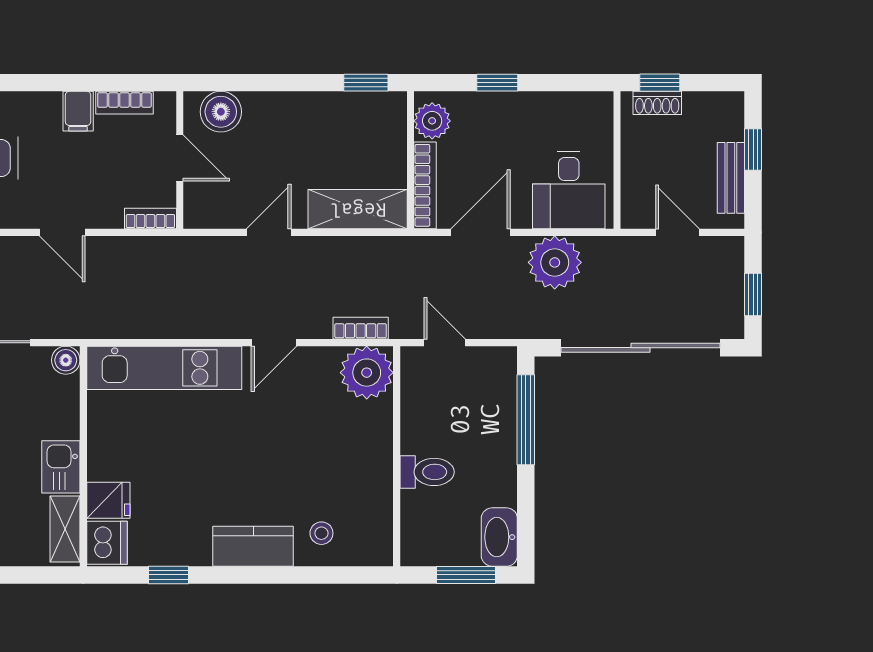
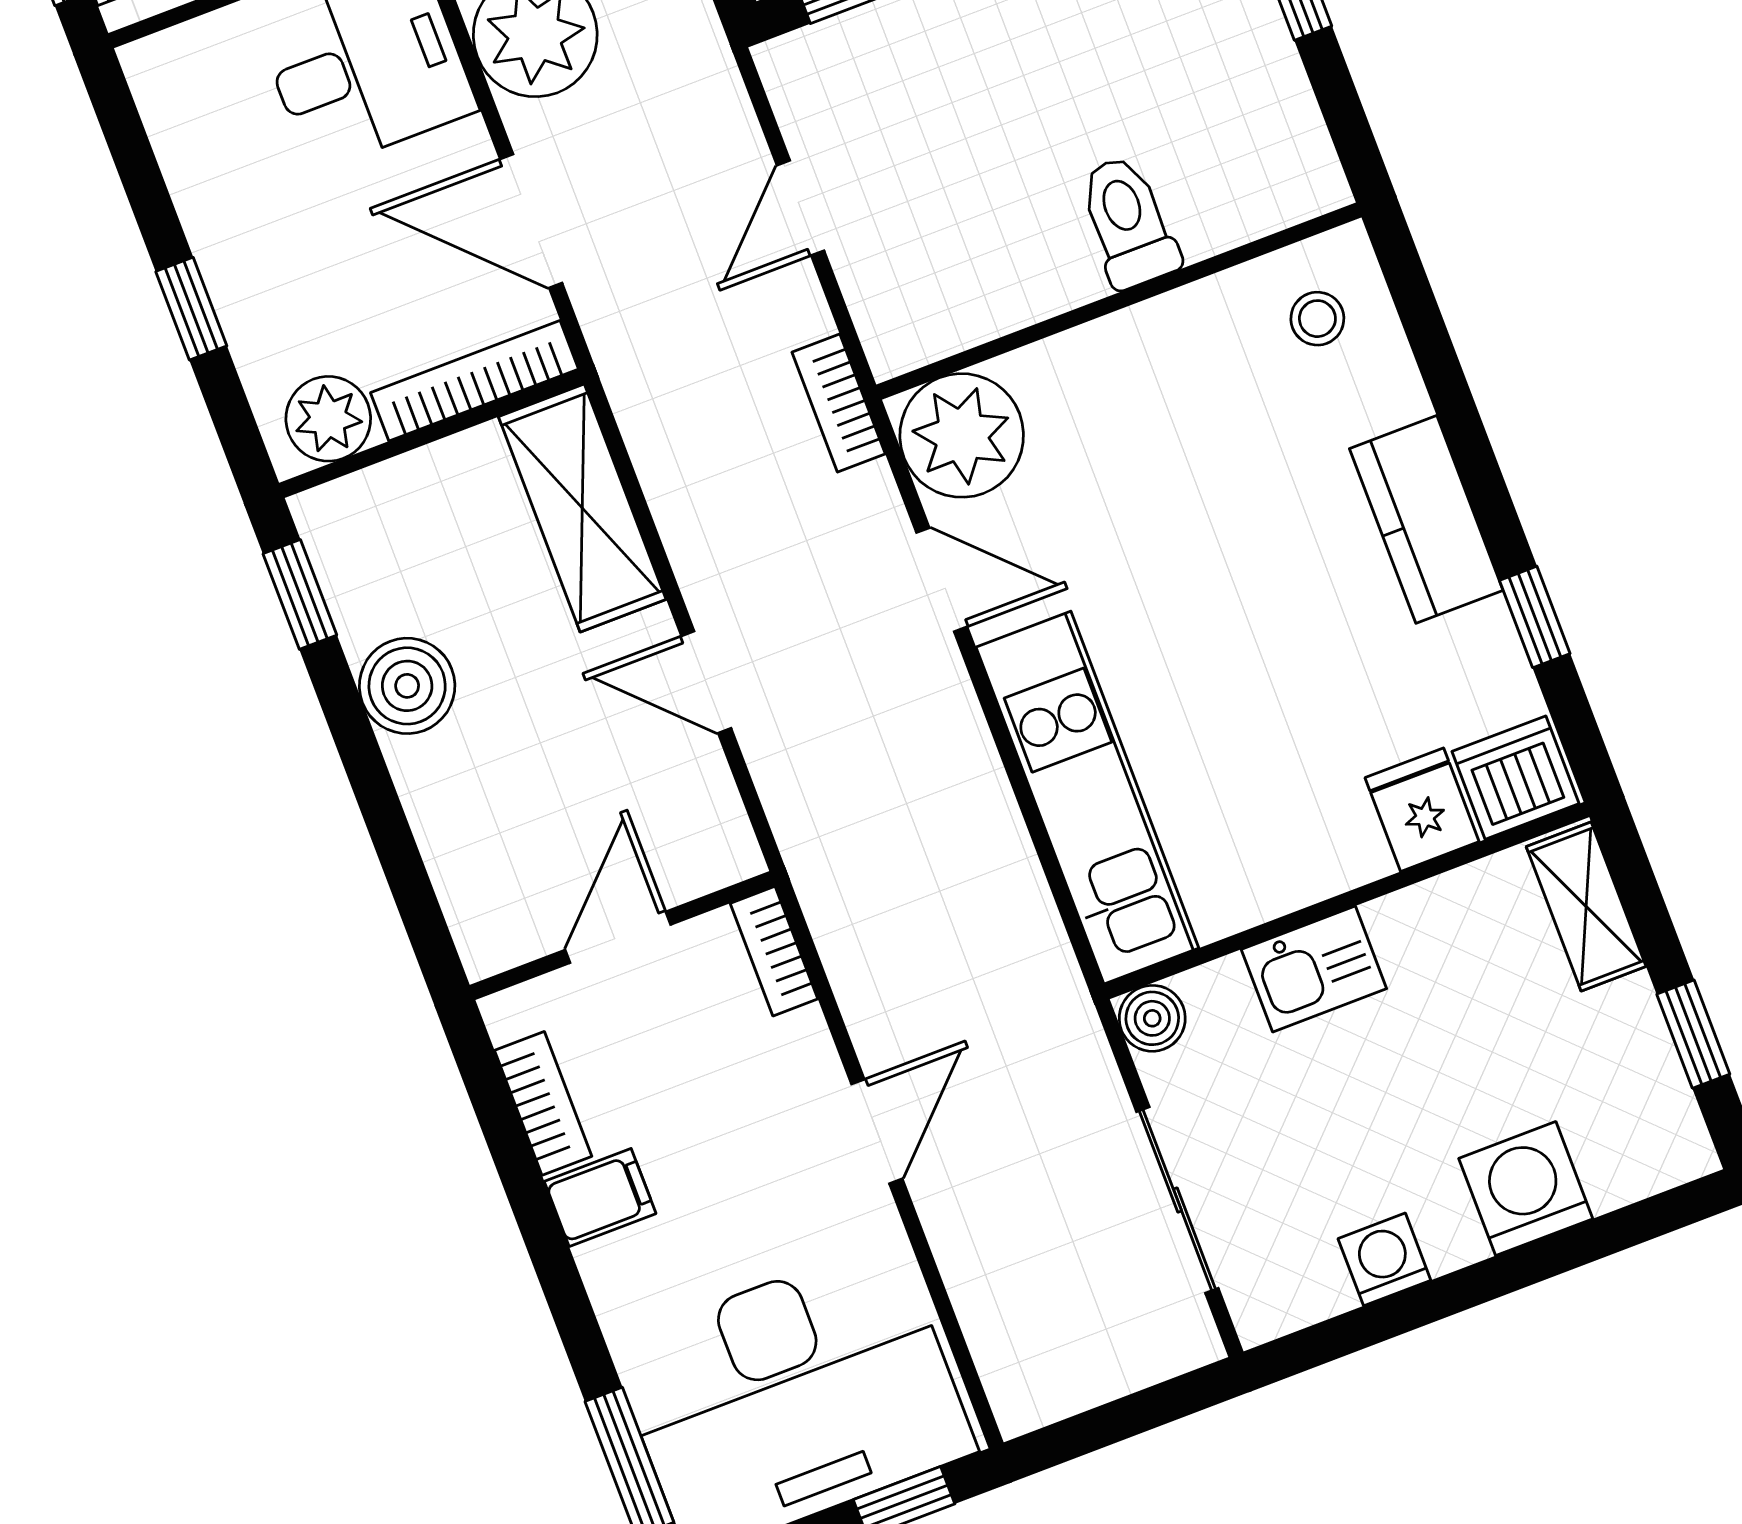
boiler: (221, 112) -> (407, 686), moved
plant: (367, 373) -> (962, 435), moved
wall: (397, 456) -> (1119, 301), moved
kitchen sink: (61, 467) -> (1314, 969), moved
toilet: (427, 472) -> (1128, 222), moved
shelving: (65, 529) -> (1586, 906), moved, turned 90
kitchen counter: (253, 546) -> (1426, 519), moved

